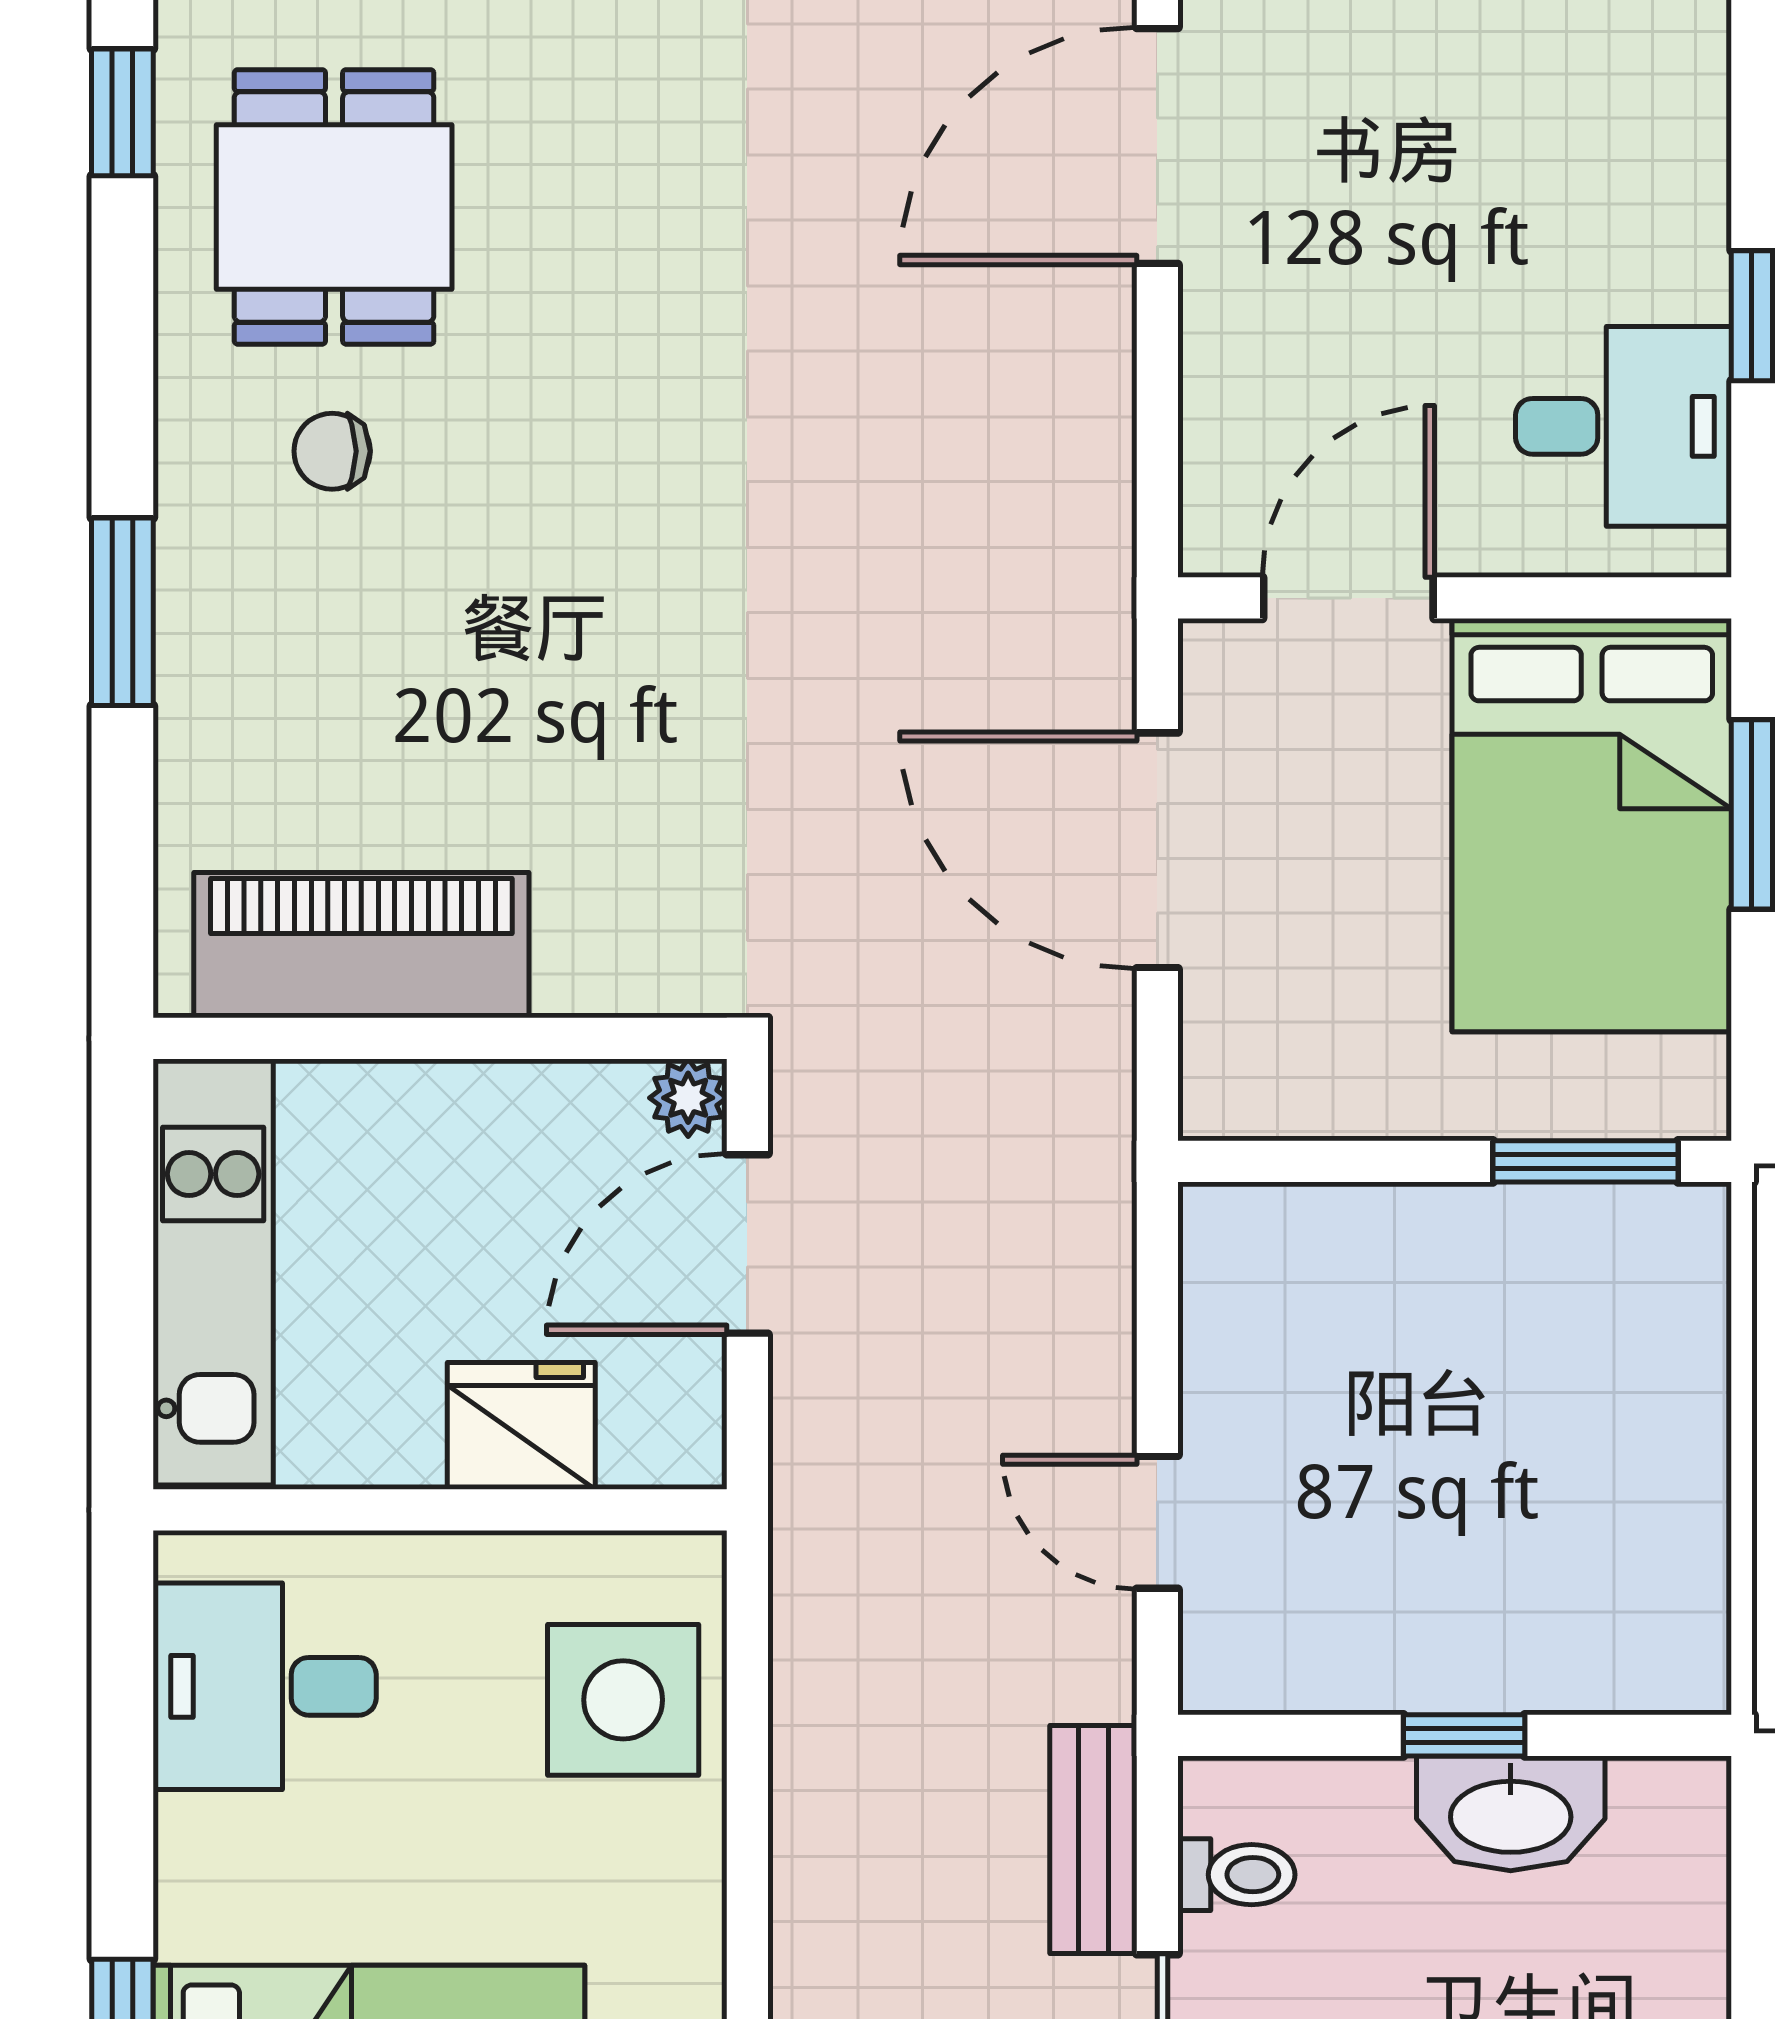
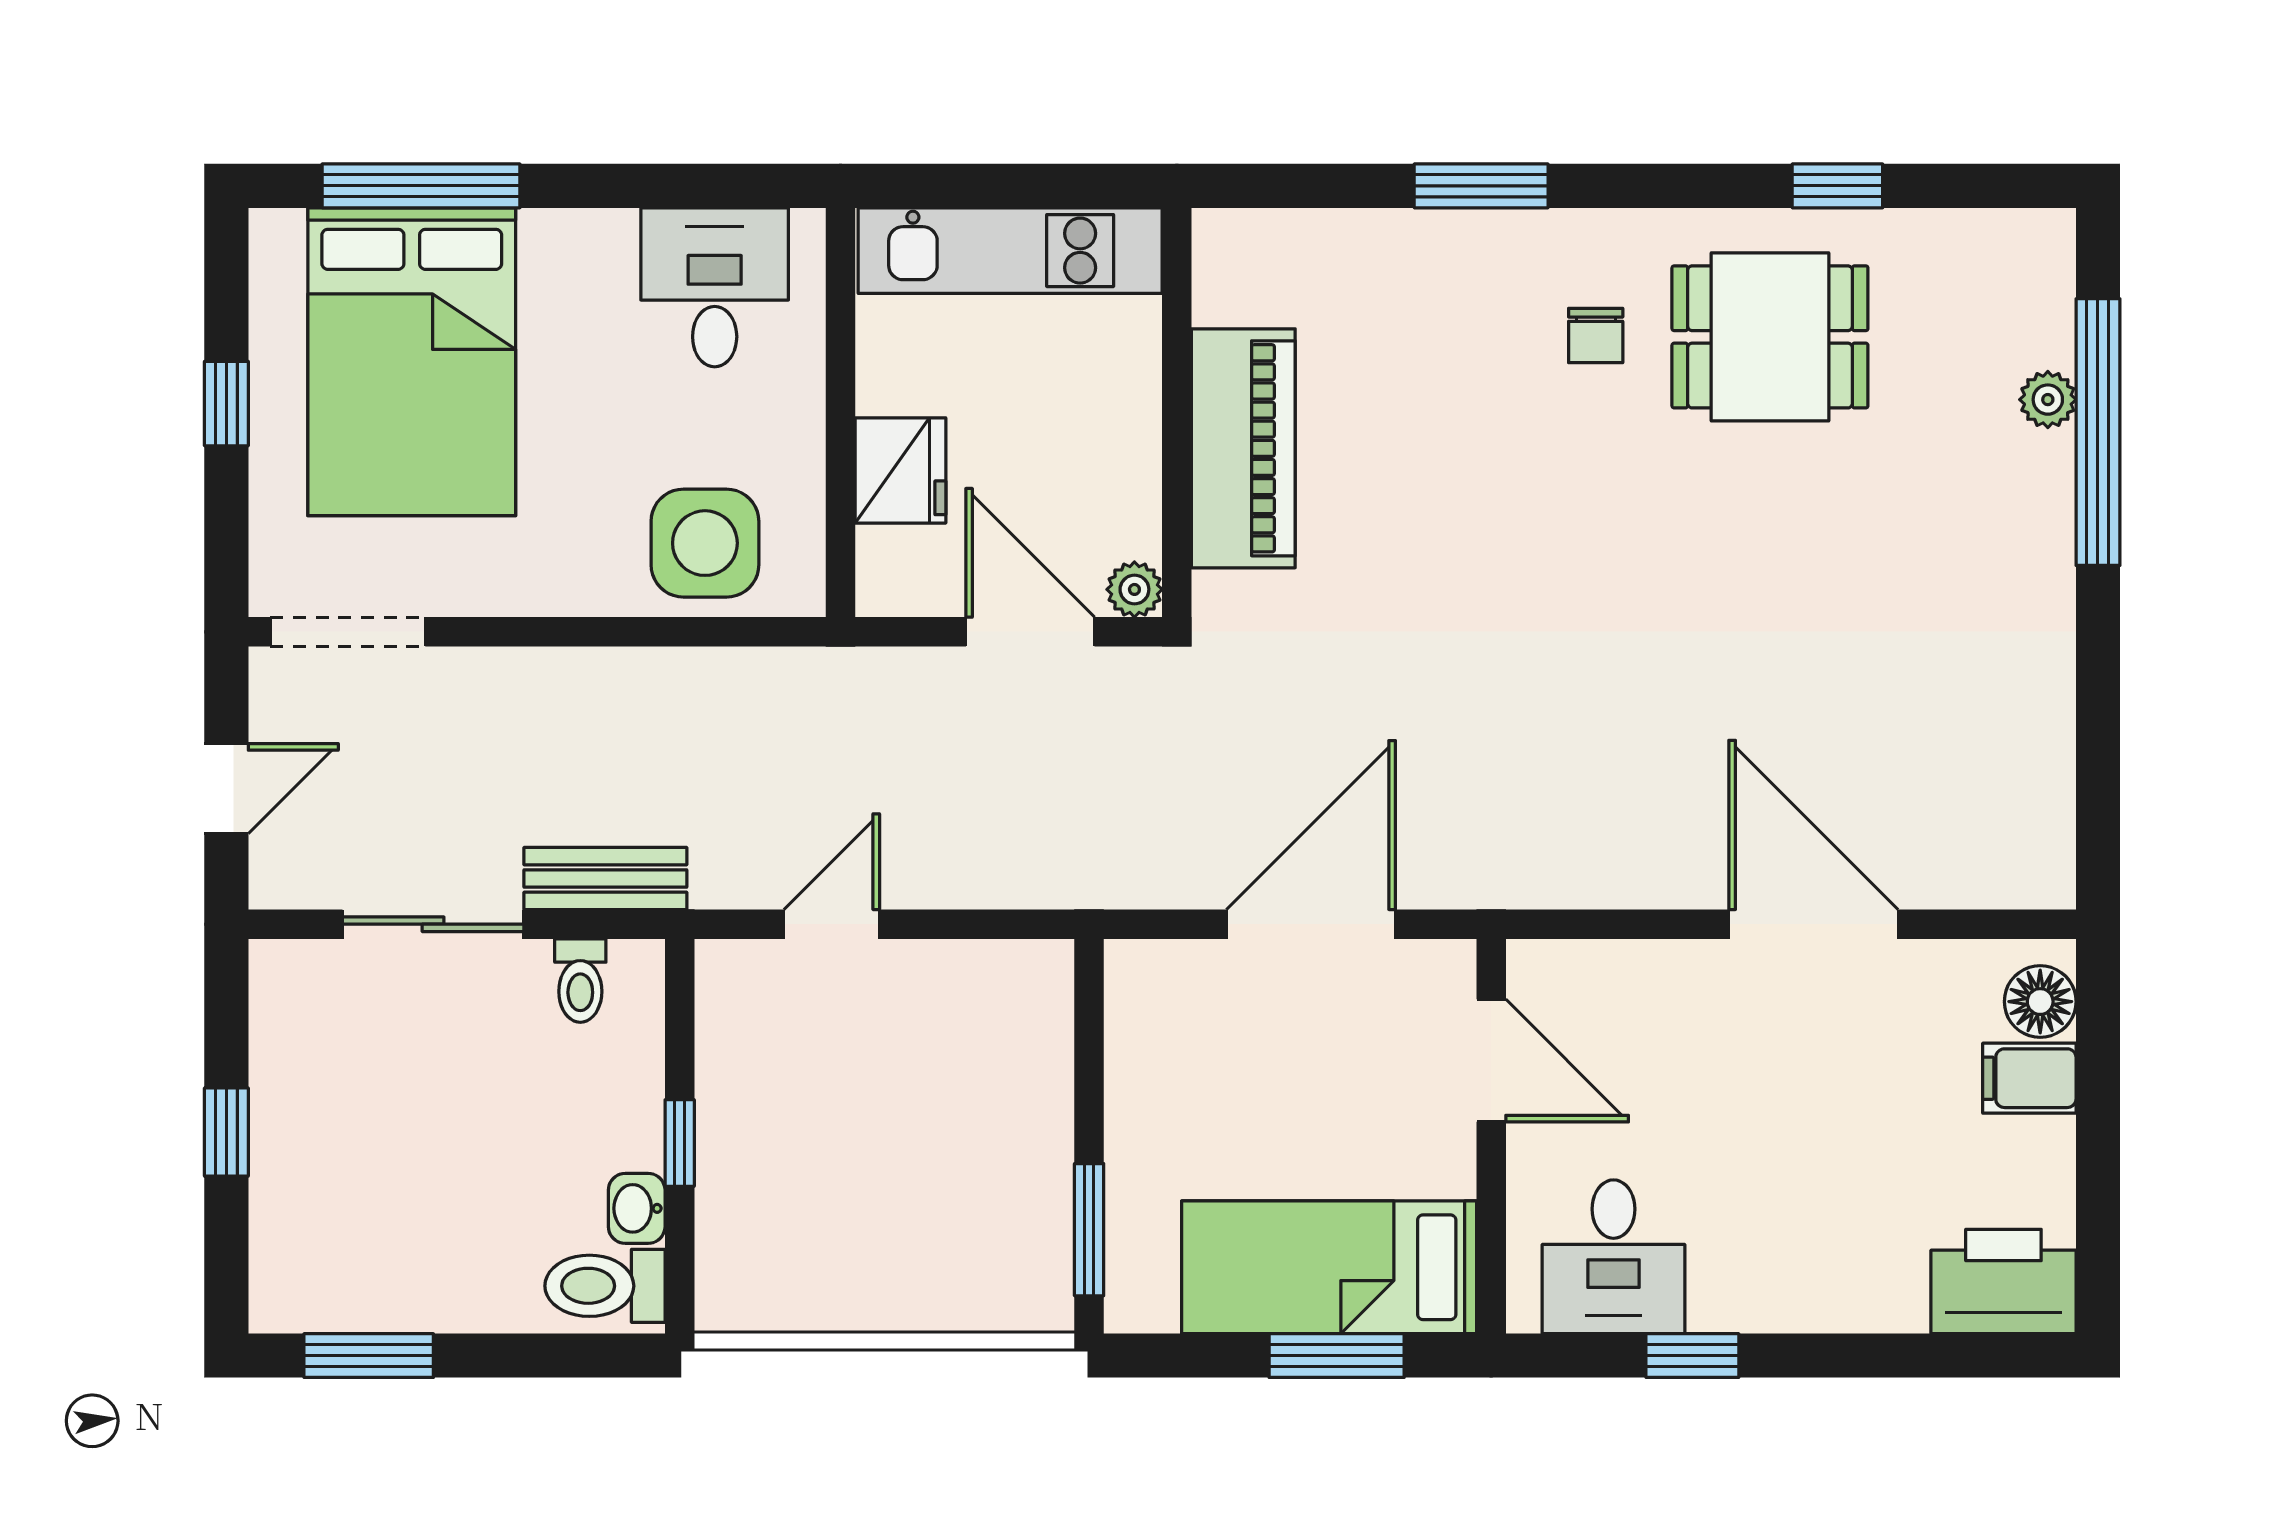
chair: (332, 451) -> (1596, 335), turned 180
bed: (1592, 825) -> (1329, 1267), width x0.67
piano: (361, 945) -> (1243, 448), moved
washbasin: (1511, 1813) -> (637, 1208), width x0.52, depth x0.69
toilet: (1664, 1840) -> (605, 1286), added

